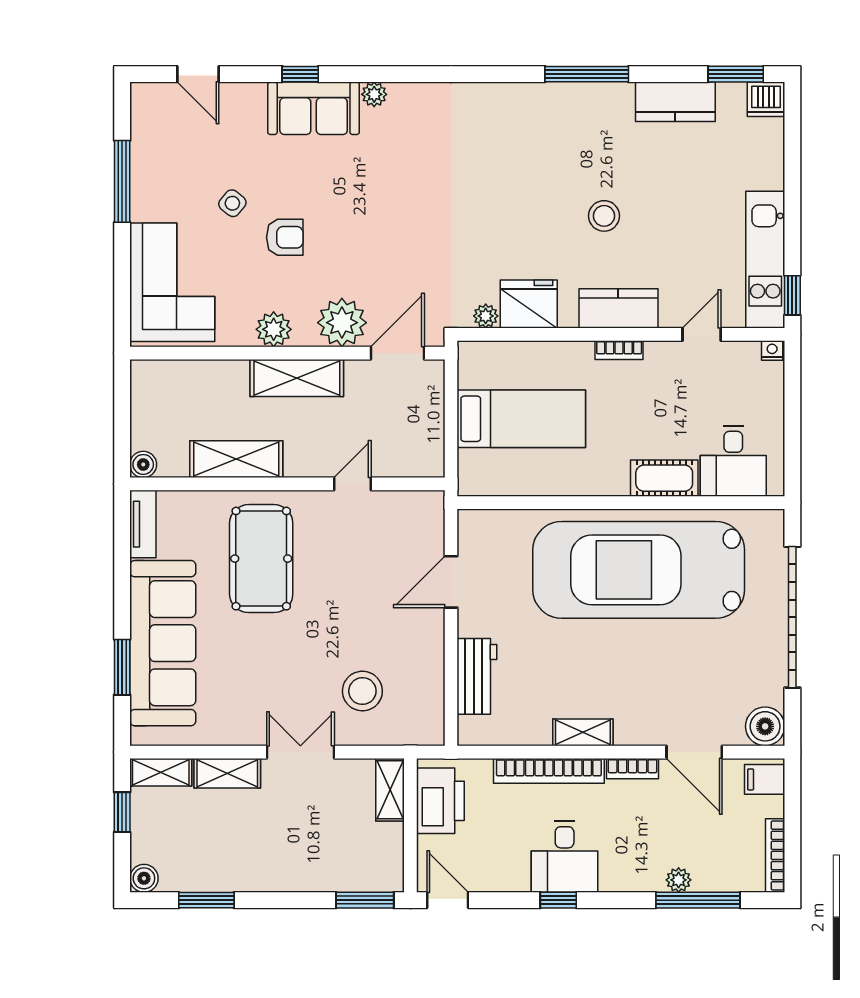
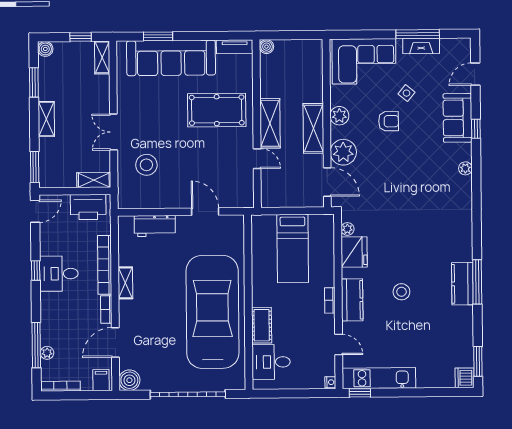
kitchen counter: (675, 102) -> (462, 284), moved
sofa: (314, 108) -> (457, 118), moved
fireplace: (145, 175) -> (421, 46), added
armchair: (285, 237) -> (389, 121), turned -90
shelving: (236, 459) -> (270, 123), moved
double door: (300, 752) -> (114, 132), swing flipped
shelving: (227, 773) -> (46, 119), moved
plant: (679, 880) -> (47, 353), moved

